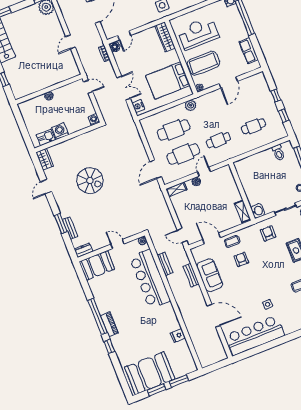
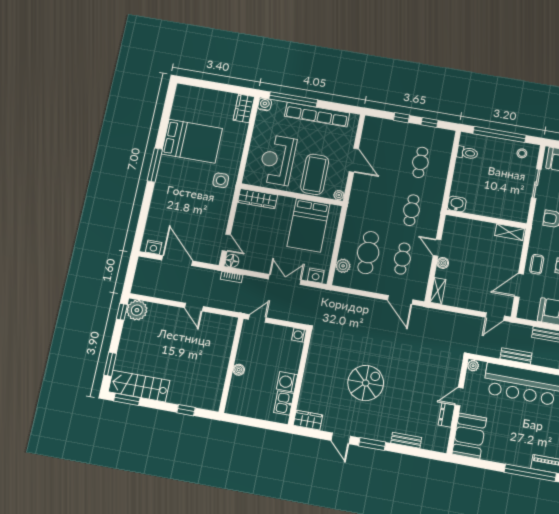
row of seats: (249, 51) -> (317, 115), width x2.02
plant: (191, 105) -> (343, 266), moved
cafe table: (183, 154) -> (402, 259), width x0.73, depth x0.74
washbasin: (258, 211) -> (457, 204), moved
window: (61, 224) -> (372, 444), moved
dresser: (83, 250) -> (447, 415), moved

